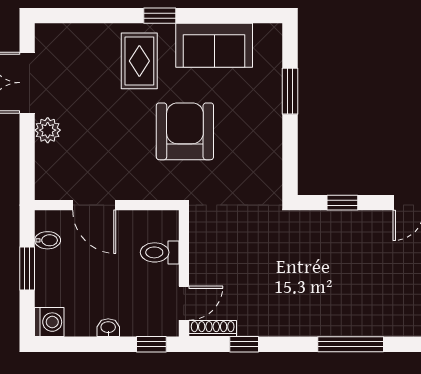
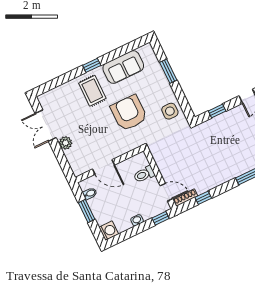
side table: (259, 163) -> (170, 111), added
door: (184, 303) -> (166, 192), hinge flipped

